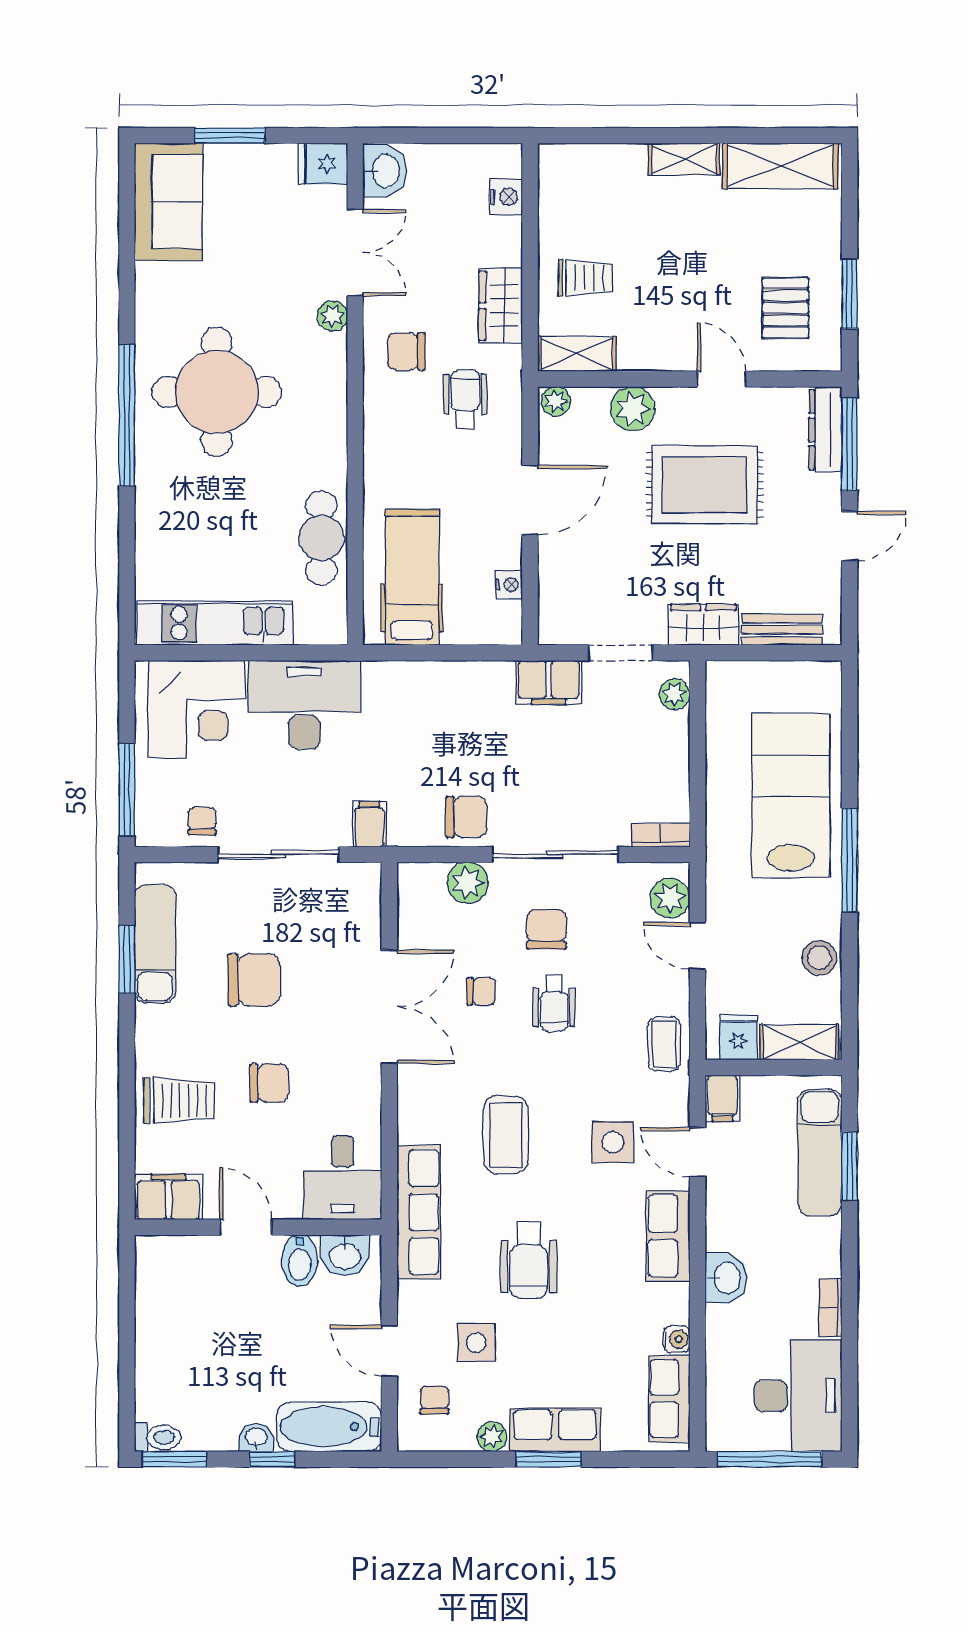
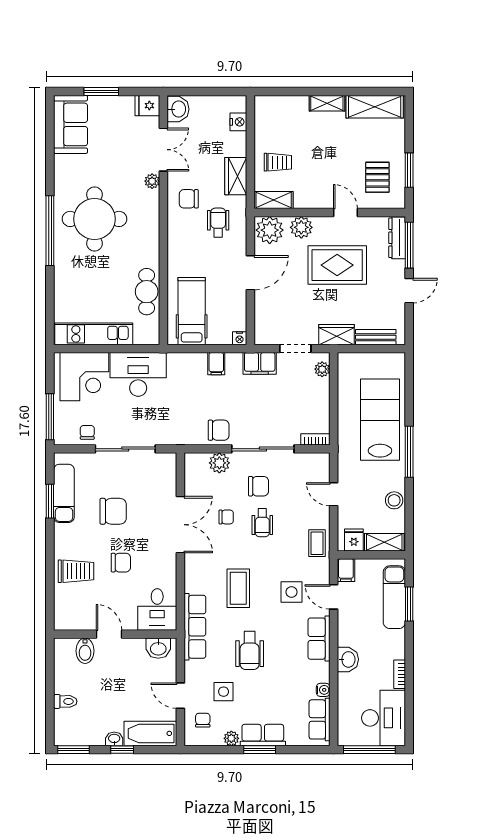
plant: (556, 401) -> (270, 230), width x1.88, depth x1.88
nightstand: (509, 584) -> (240, 338), moved, turned 90
filing cabinet: (369, 824) -> (216, 364), moved, turned 180
plant: (670, 898) -> (320, 471), removed
chair: (546, 929) -> (258, 486), turned 90
filing cabinet: (168, 1197) -> (71, 619), removed
bidet: (300, 1260) -> (85, 651), moved
toilet: (158, 1437) -> (65, 701), moved

